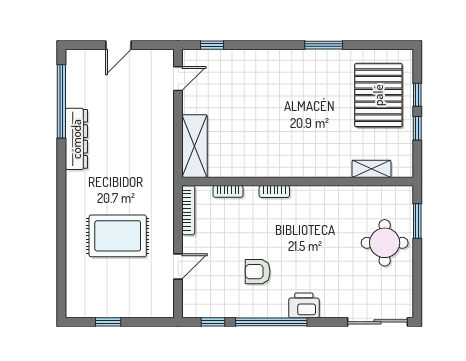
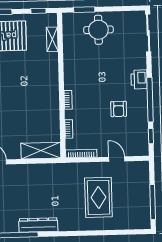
window: (417, 128) -> (38, 11), moved
window: (108, 322) -> (153, 202), width x2.17

